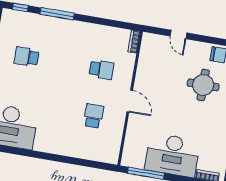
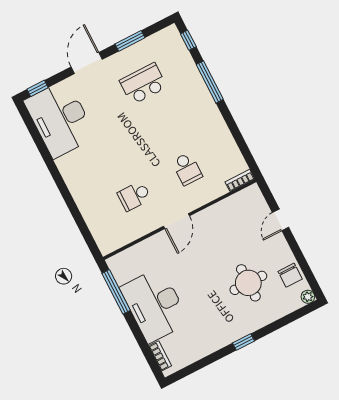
school desk: (27, 57) -> (143, 84), width x1.85
school desk: (94, 116) -> (134, 196), turned 180

